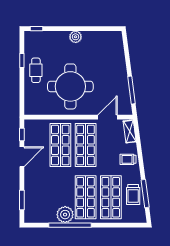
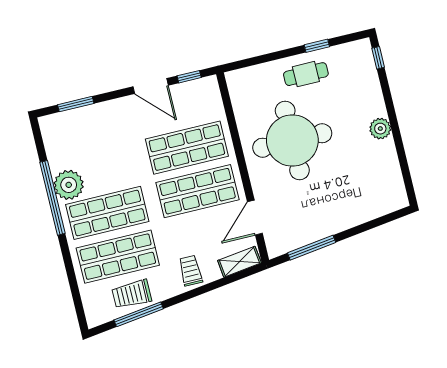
door: (108, 117) -> (255, 218), swing flipped

